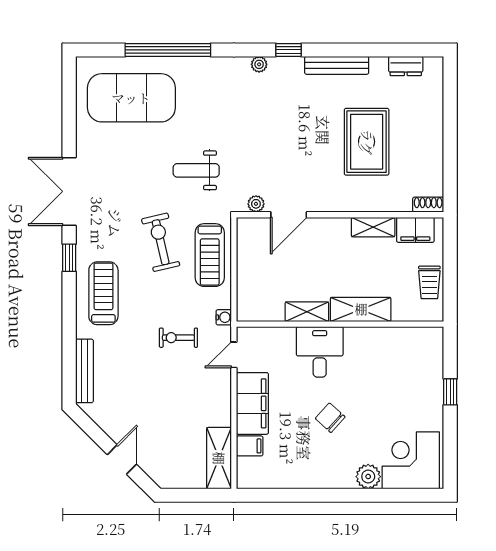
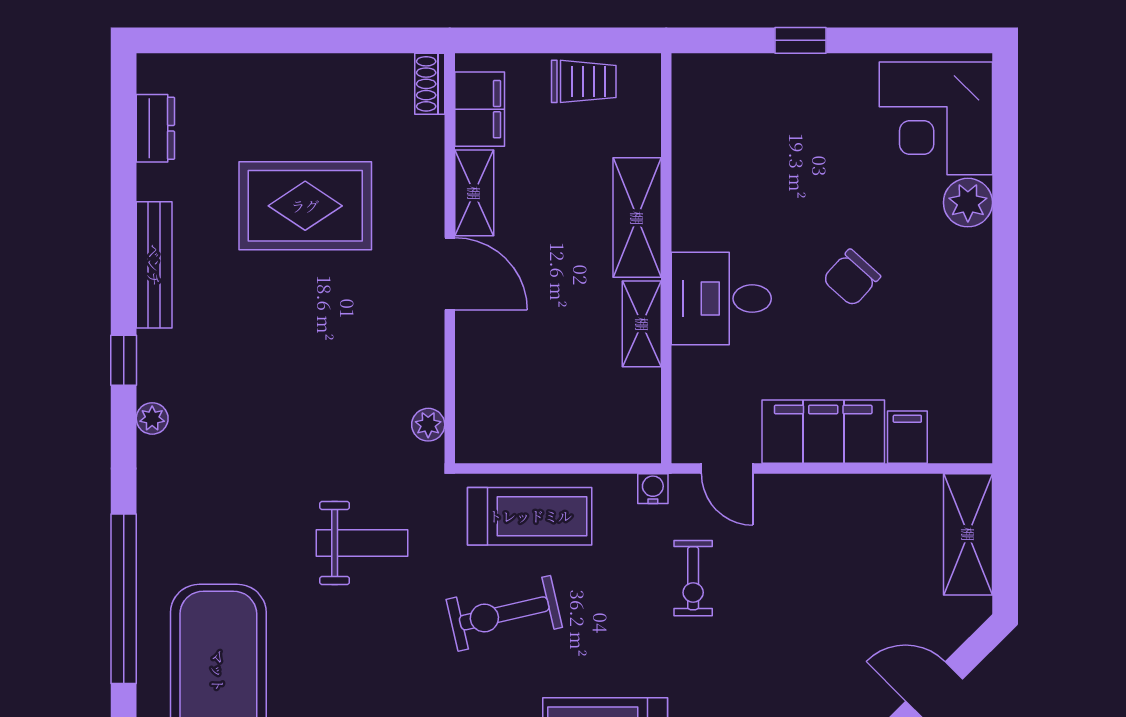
weight bench: (196, 170) -> (362, 543), turned -90
door: (289, 215) -> (450, 274), moved
shelving: (219, 458) -> (968, 534), moved, turned 90

